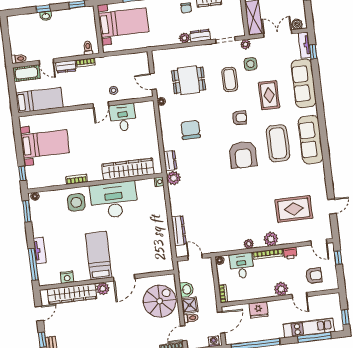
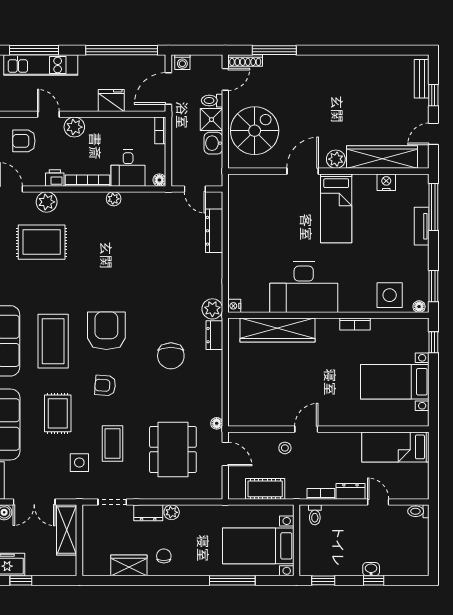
plant: (246, 44) -> (83, 492), removed
cot: (26, 73) -> (265, 489), moved
dining table: (189, 80) -> (173, 450), width x1.38
desk: (123, 117) -> (276, 407), removed
chair: (191, 130) -> (171, 356), moved
side table: (76, 202) -> (390, 295), moved
plant: (271, 239) -> (47, 202), moved
spiral stairs: (160, 301) -> (255, 131), turned 180

